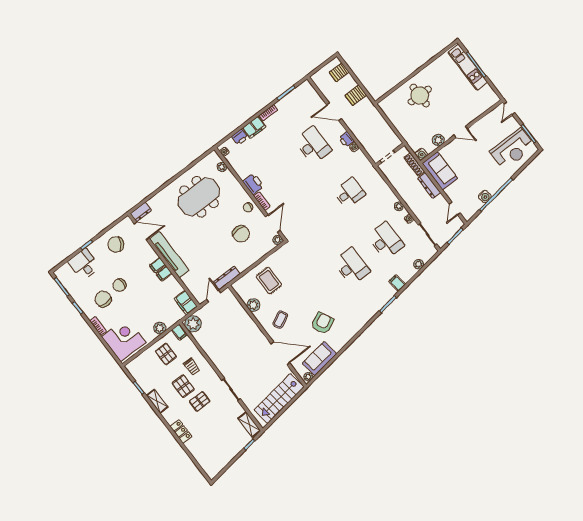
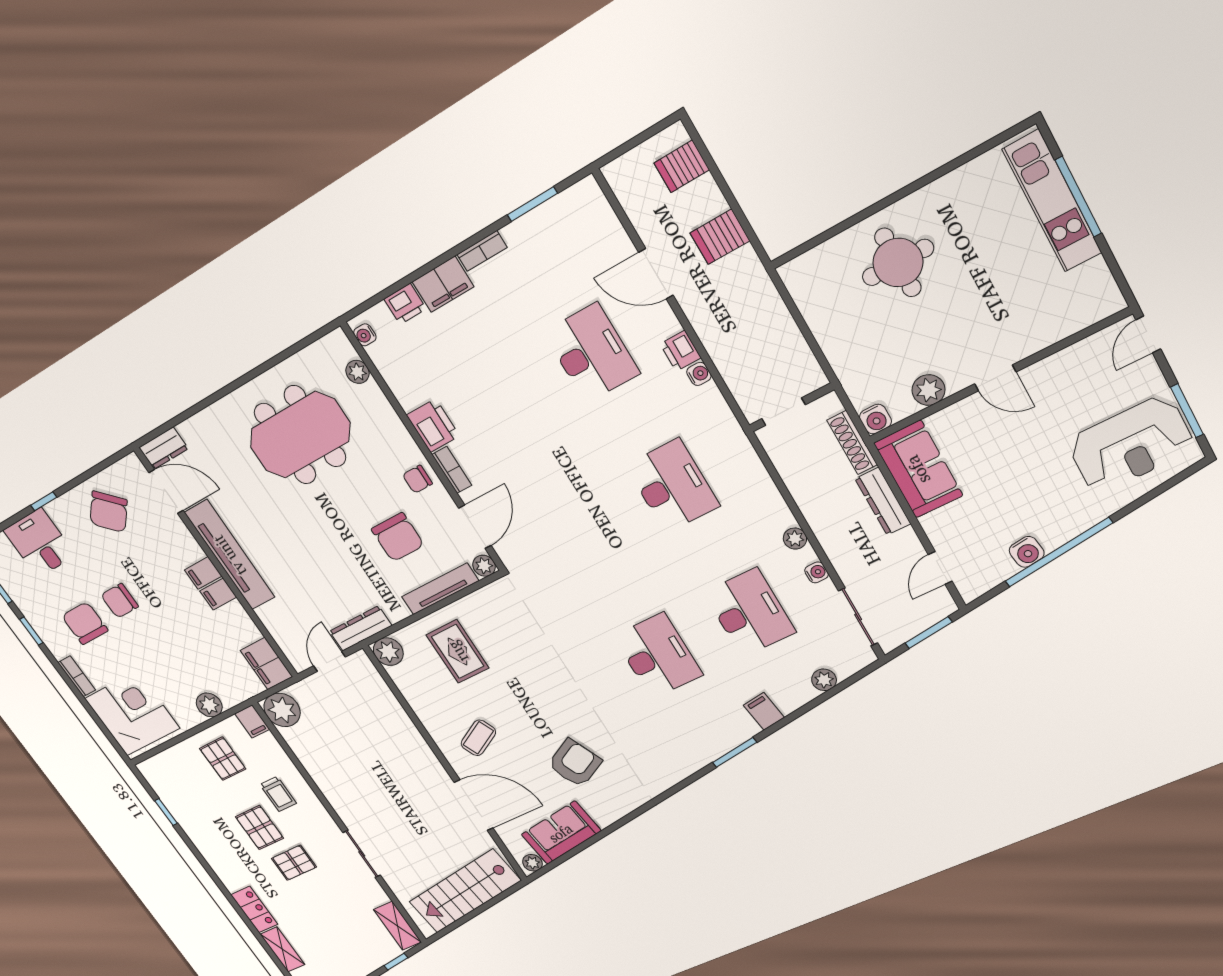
desk: (349, 193) -> (672, 486), width x1.37
chair: (116, 244) -> (109, 512), turned -76
tv unit: (260, 253) -> (440, 589), added
plant: (253, 305) -> (388, 652), moved
shelving: (157, 401) -> (283, 949), moved

